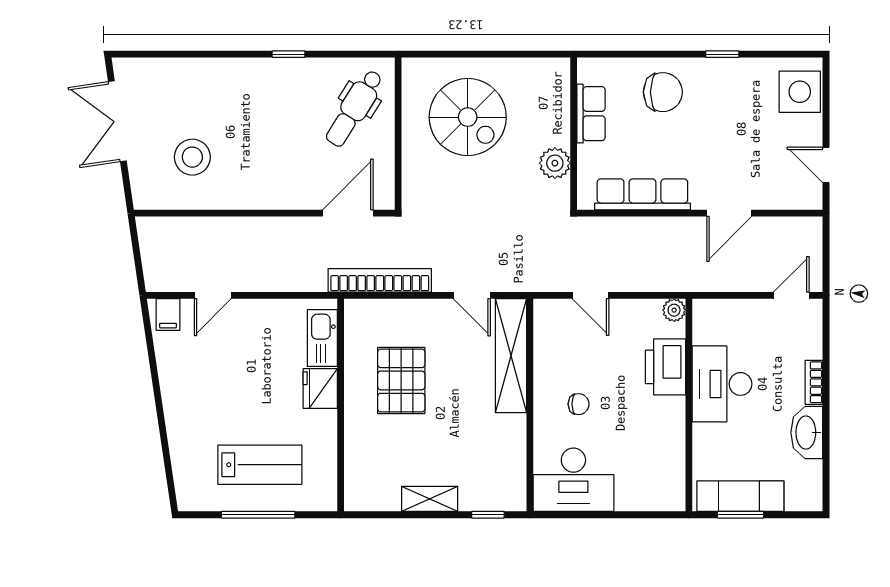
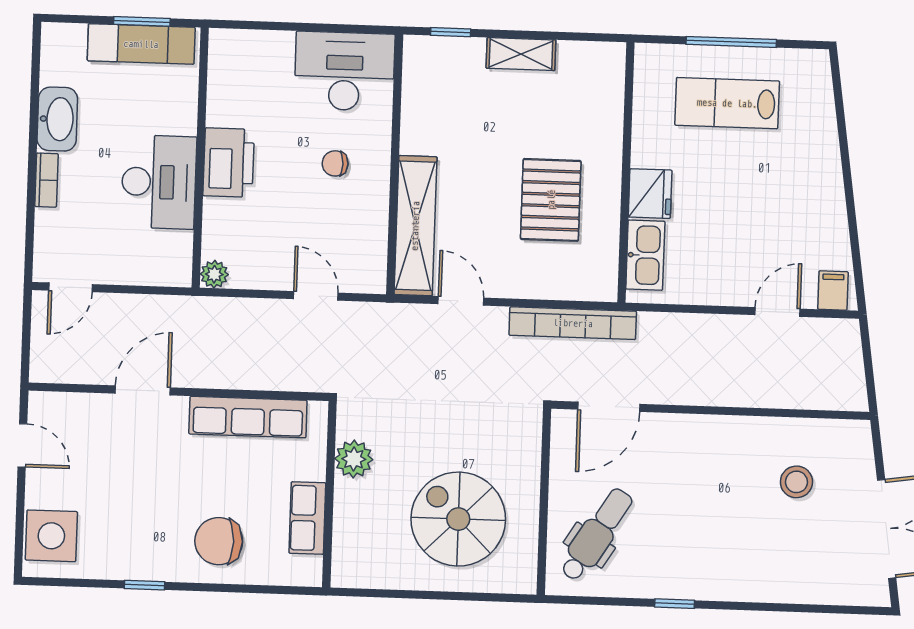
stool: (192, 157) -> (796, 482), width x0.73, depth x0.73
printer: (666, 367) -> (229, 163), moved

